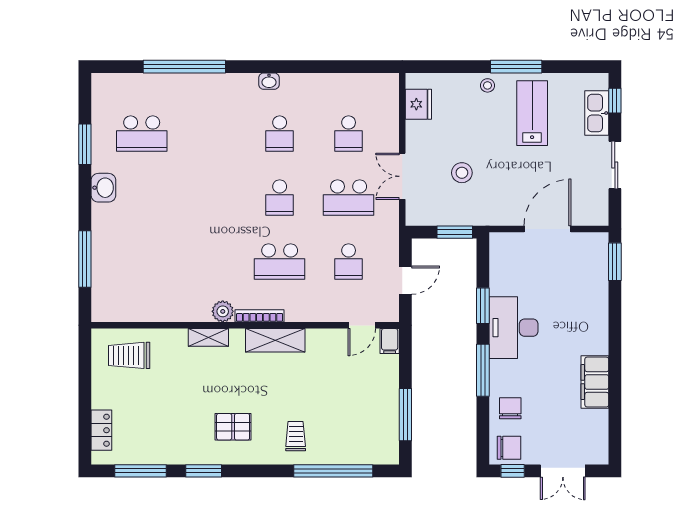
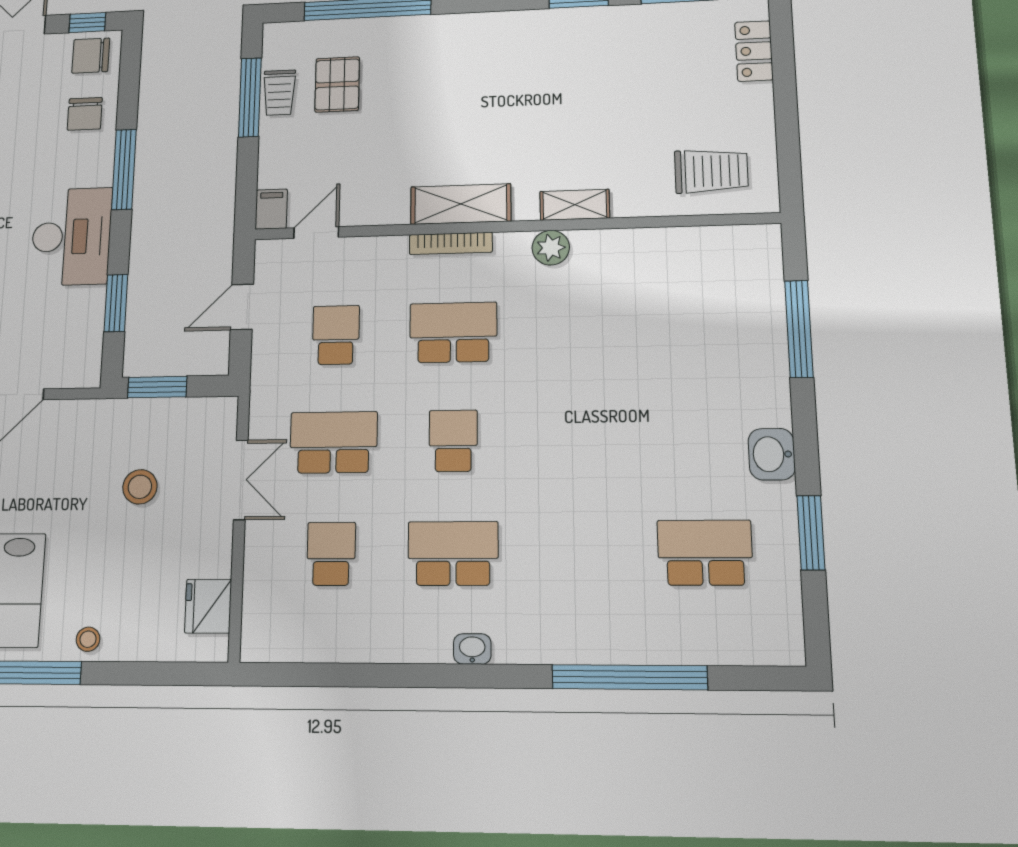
school desk: (280, 134) -> (453, 553), width x1.85
window: (483, 306) -> (116, 303), moved
bookcase: (260, 316) -> (451, 243), moved
pallet: (233, 427) -> (337, 84), moved, turned 90
trolley: (296, 436) -> (279, 93), moved

